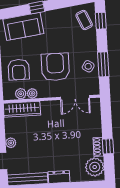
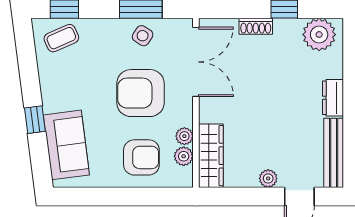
double door: (75, 98) -> (196, 62), width x1.37
shoe rack: (98, 147) -> (256, 26), moved

